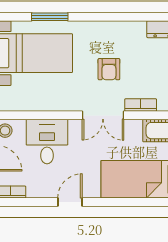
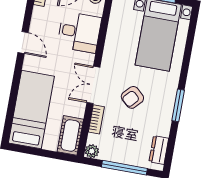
window: (50, 17) -> (178, 105), moved
armchair: (109, 69) -> (132, 97), turned -48

